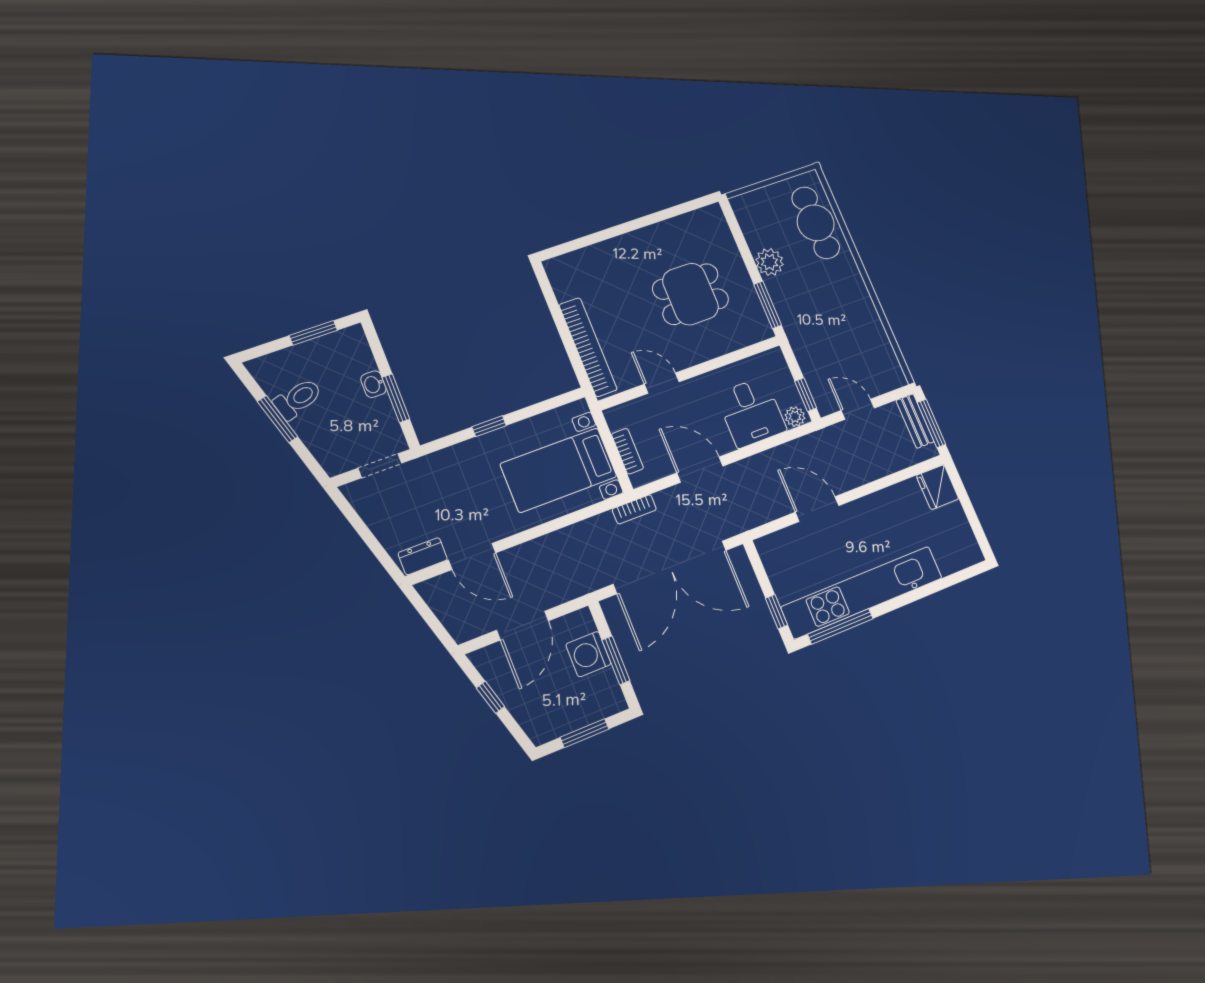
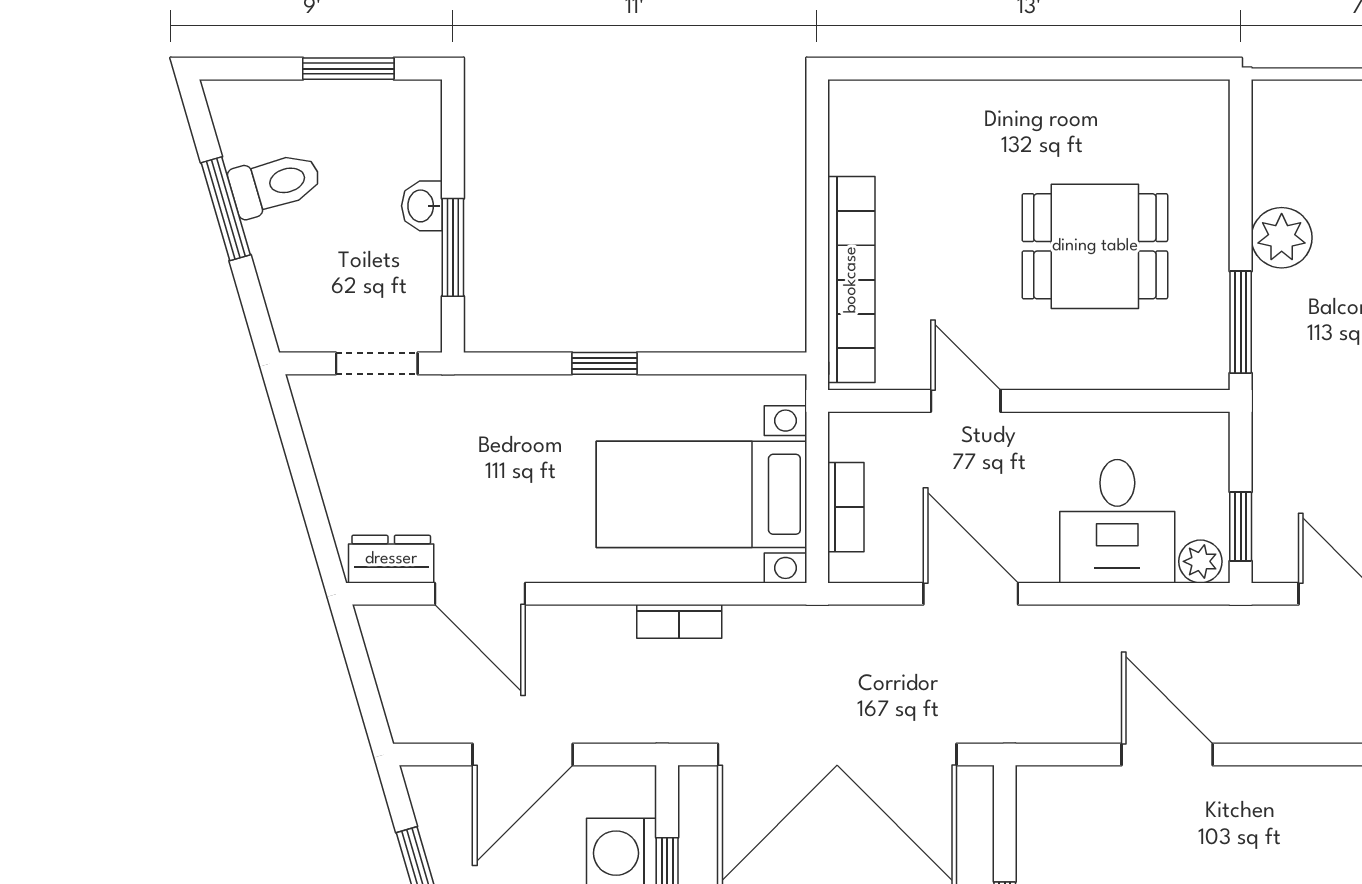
bookcase: (634, 509) -> (679, 621), moved

